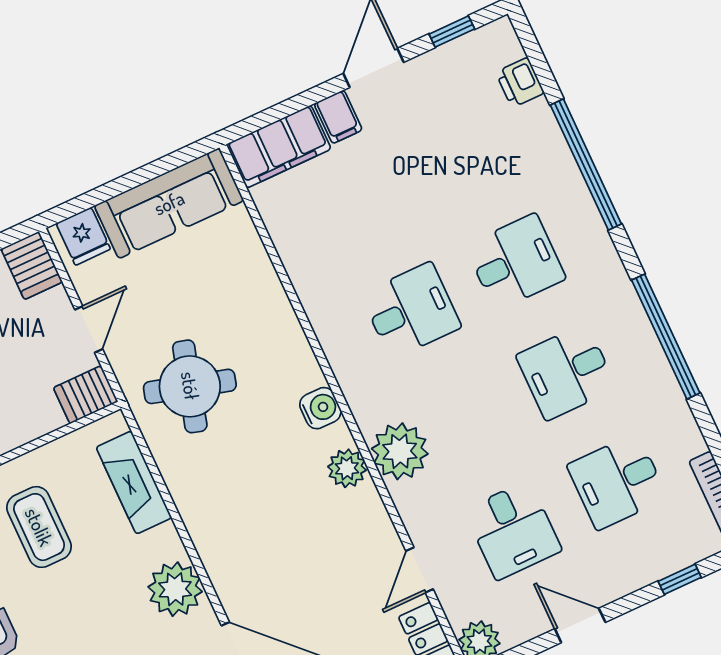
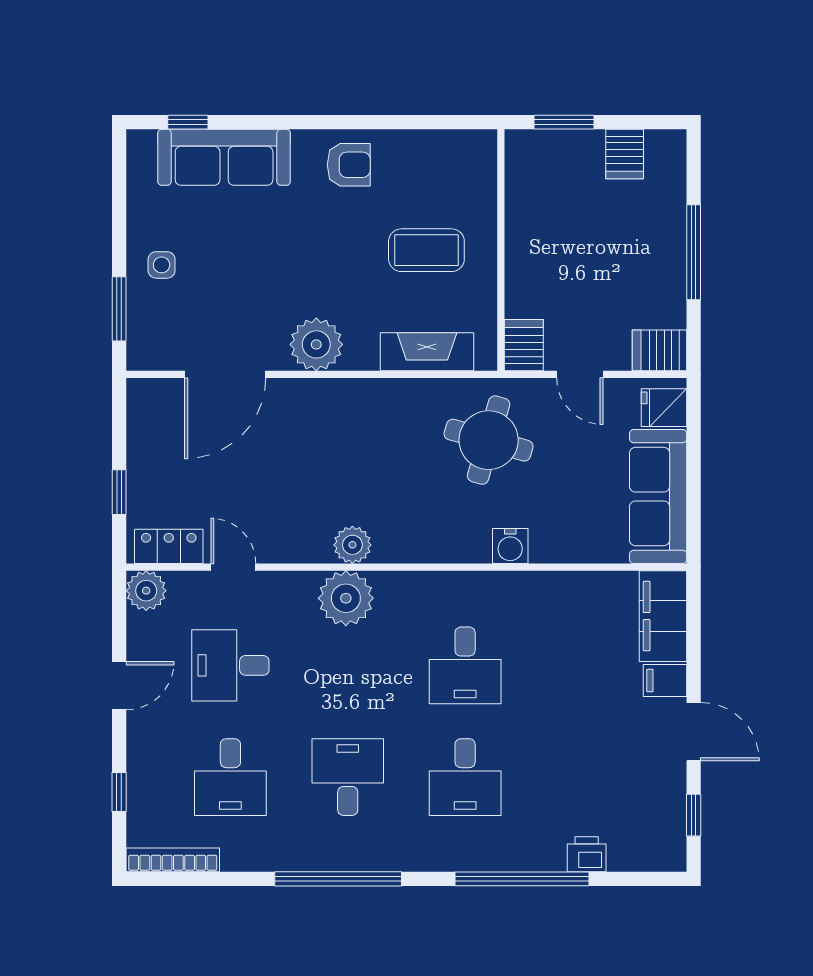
printer: (520, 83) -> (587, 854), moved
water cooler: (320, 408) -> (510, 546), moved
desk: (617, 482) -> (230, 777), turned 180

